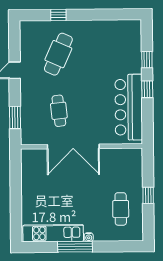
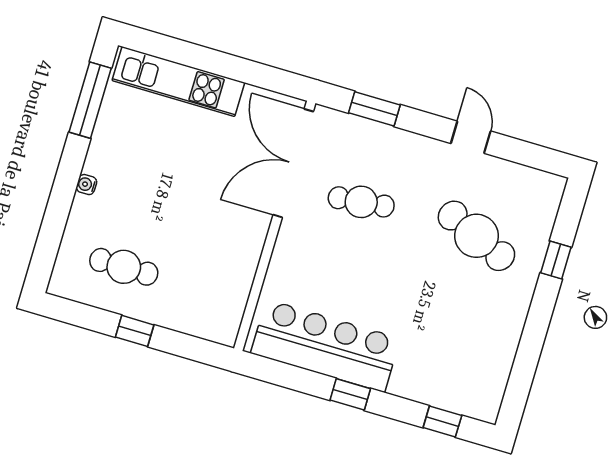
window: (147, 60) -> (442, 422), moved
double door: (73, 147) -> (293, 163), moved
kitchen unit: (53, 233) -> (178, 82), moved, turned 90
window: (75, 247) -> (90, 100), moved

